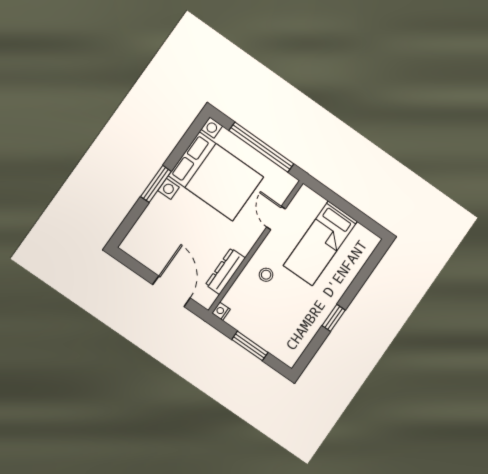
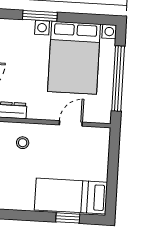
bed: (320, 243) -> (71, 196), moved
window: (334, 318) -> (68, 218), moved

